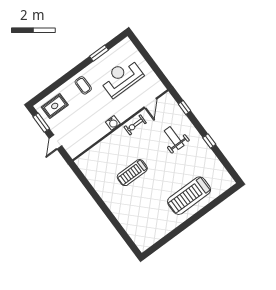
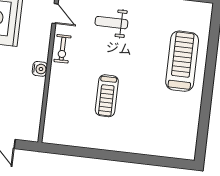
treadmill: (189, 196) -> (182, 61), turned 180

